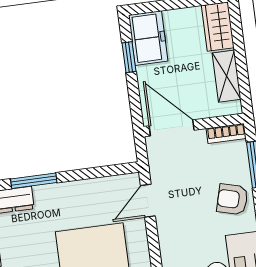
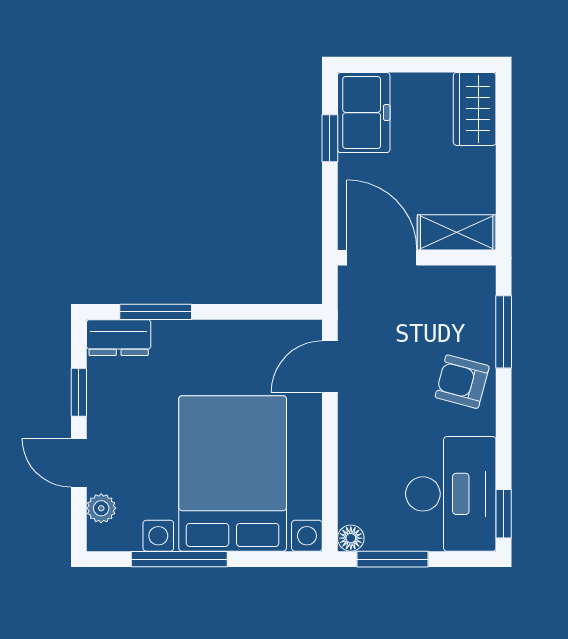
shelving: (227, 76) -> (457, 232), moved, turned 90
bookcase: (226, 133) -> (466, 278), removed

